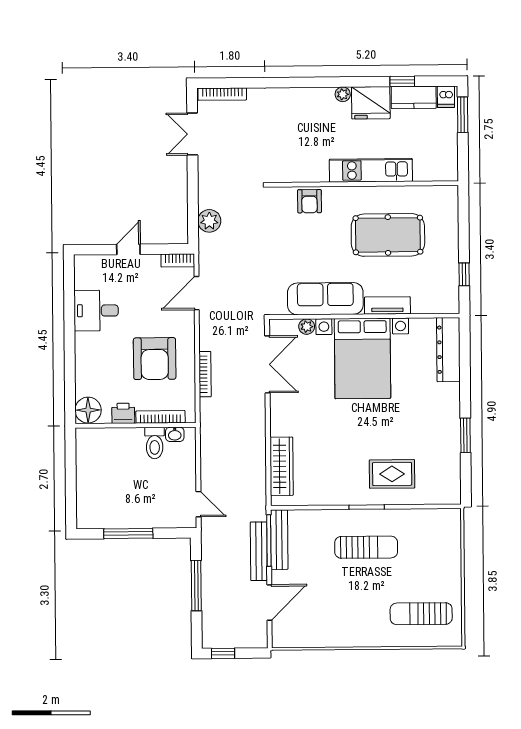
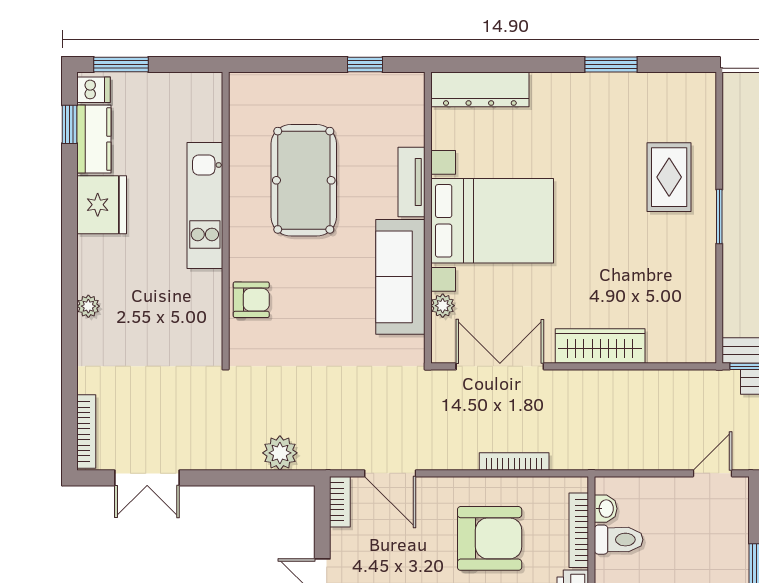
window: (402, 81) -> (69, 124), moved
plant: (343, 94) -> (88, 306), moved
wardrobe: (281, 466) -> (600, 346), moved

